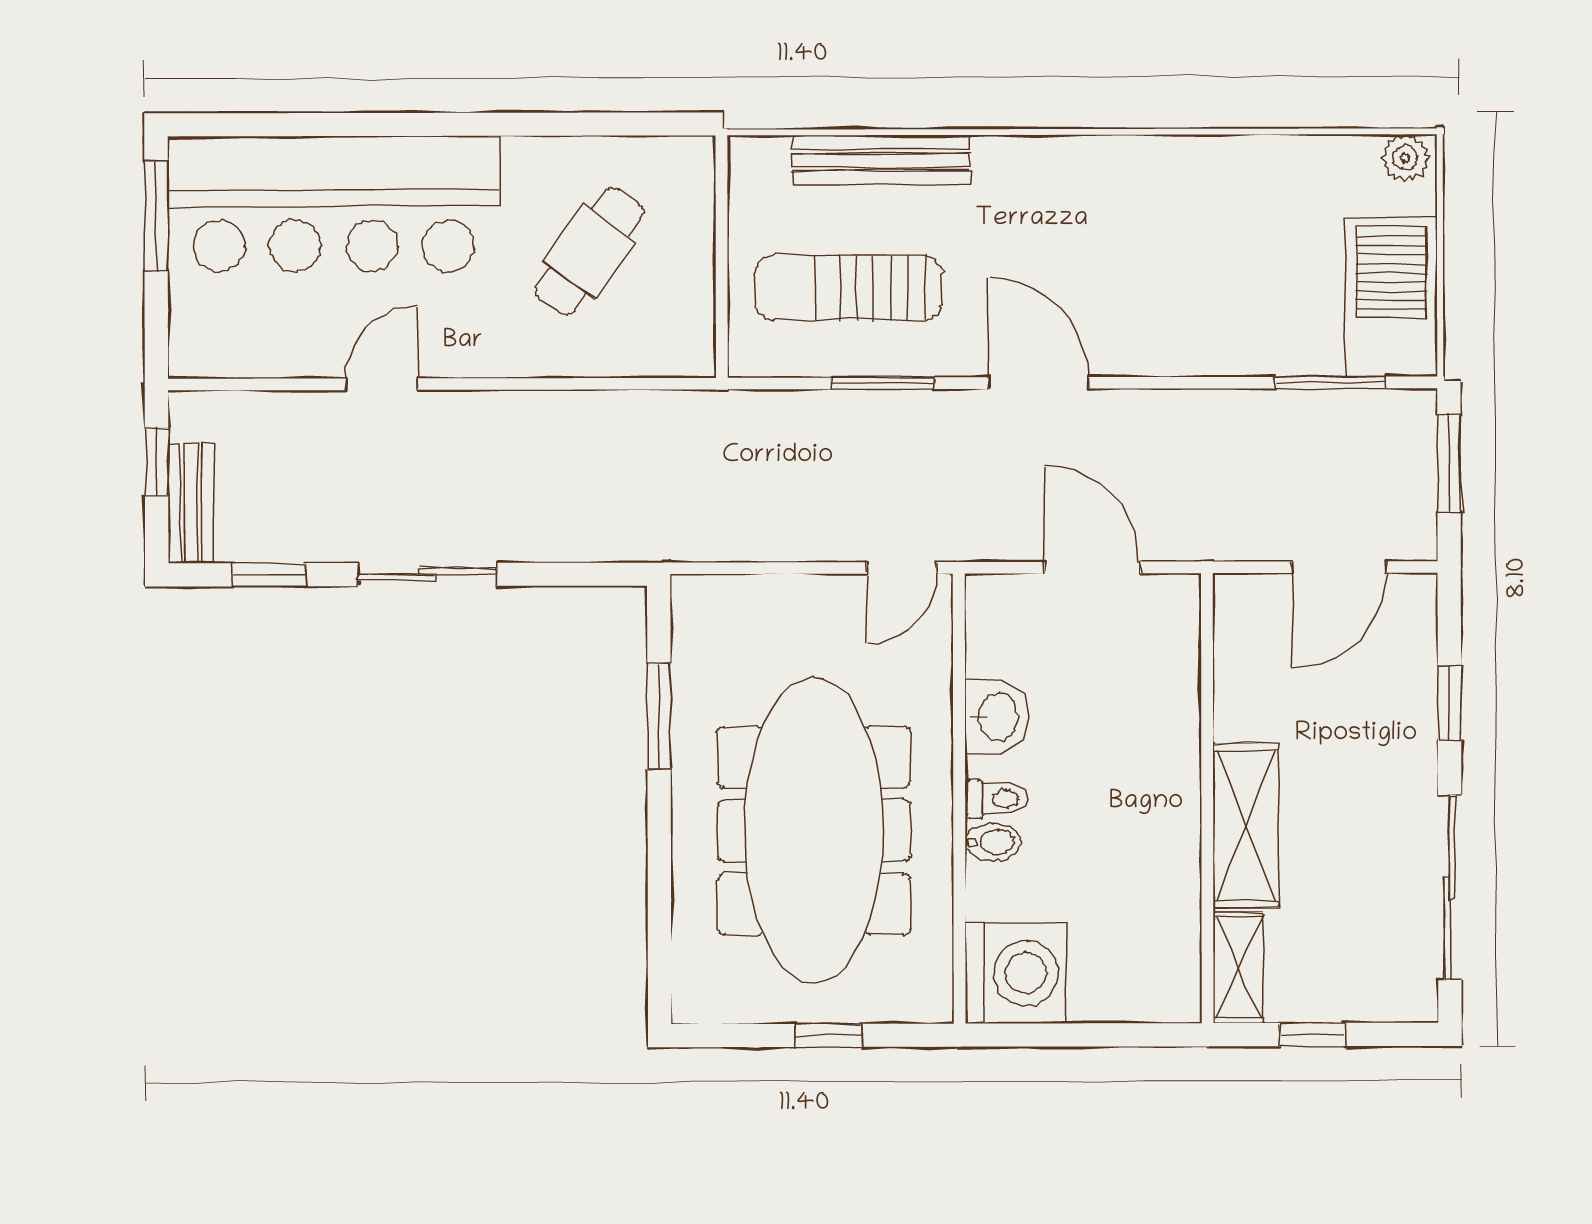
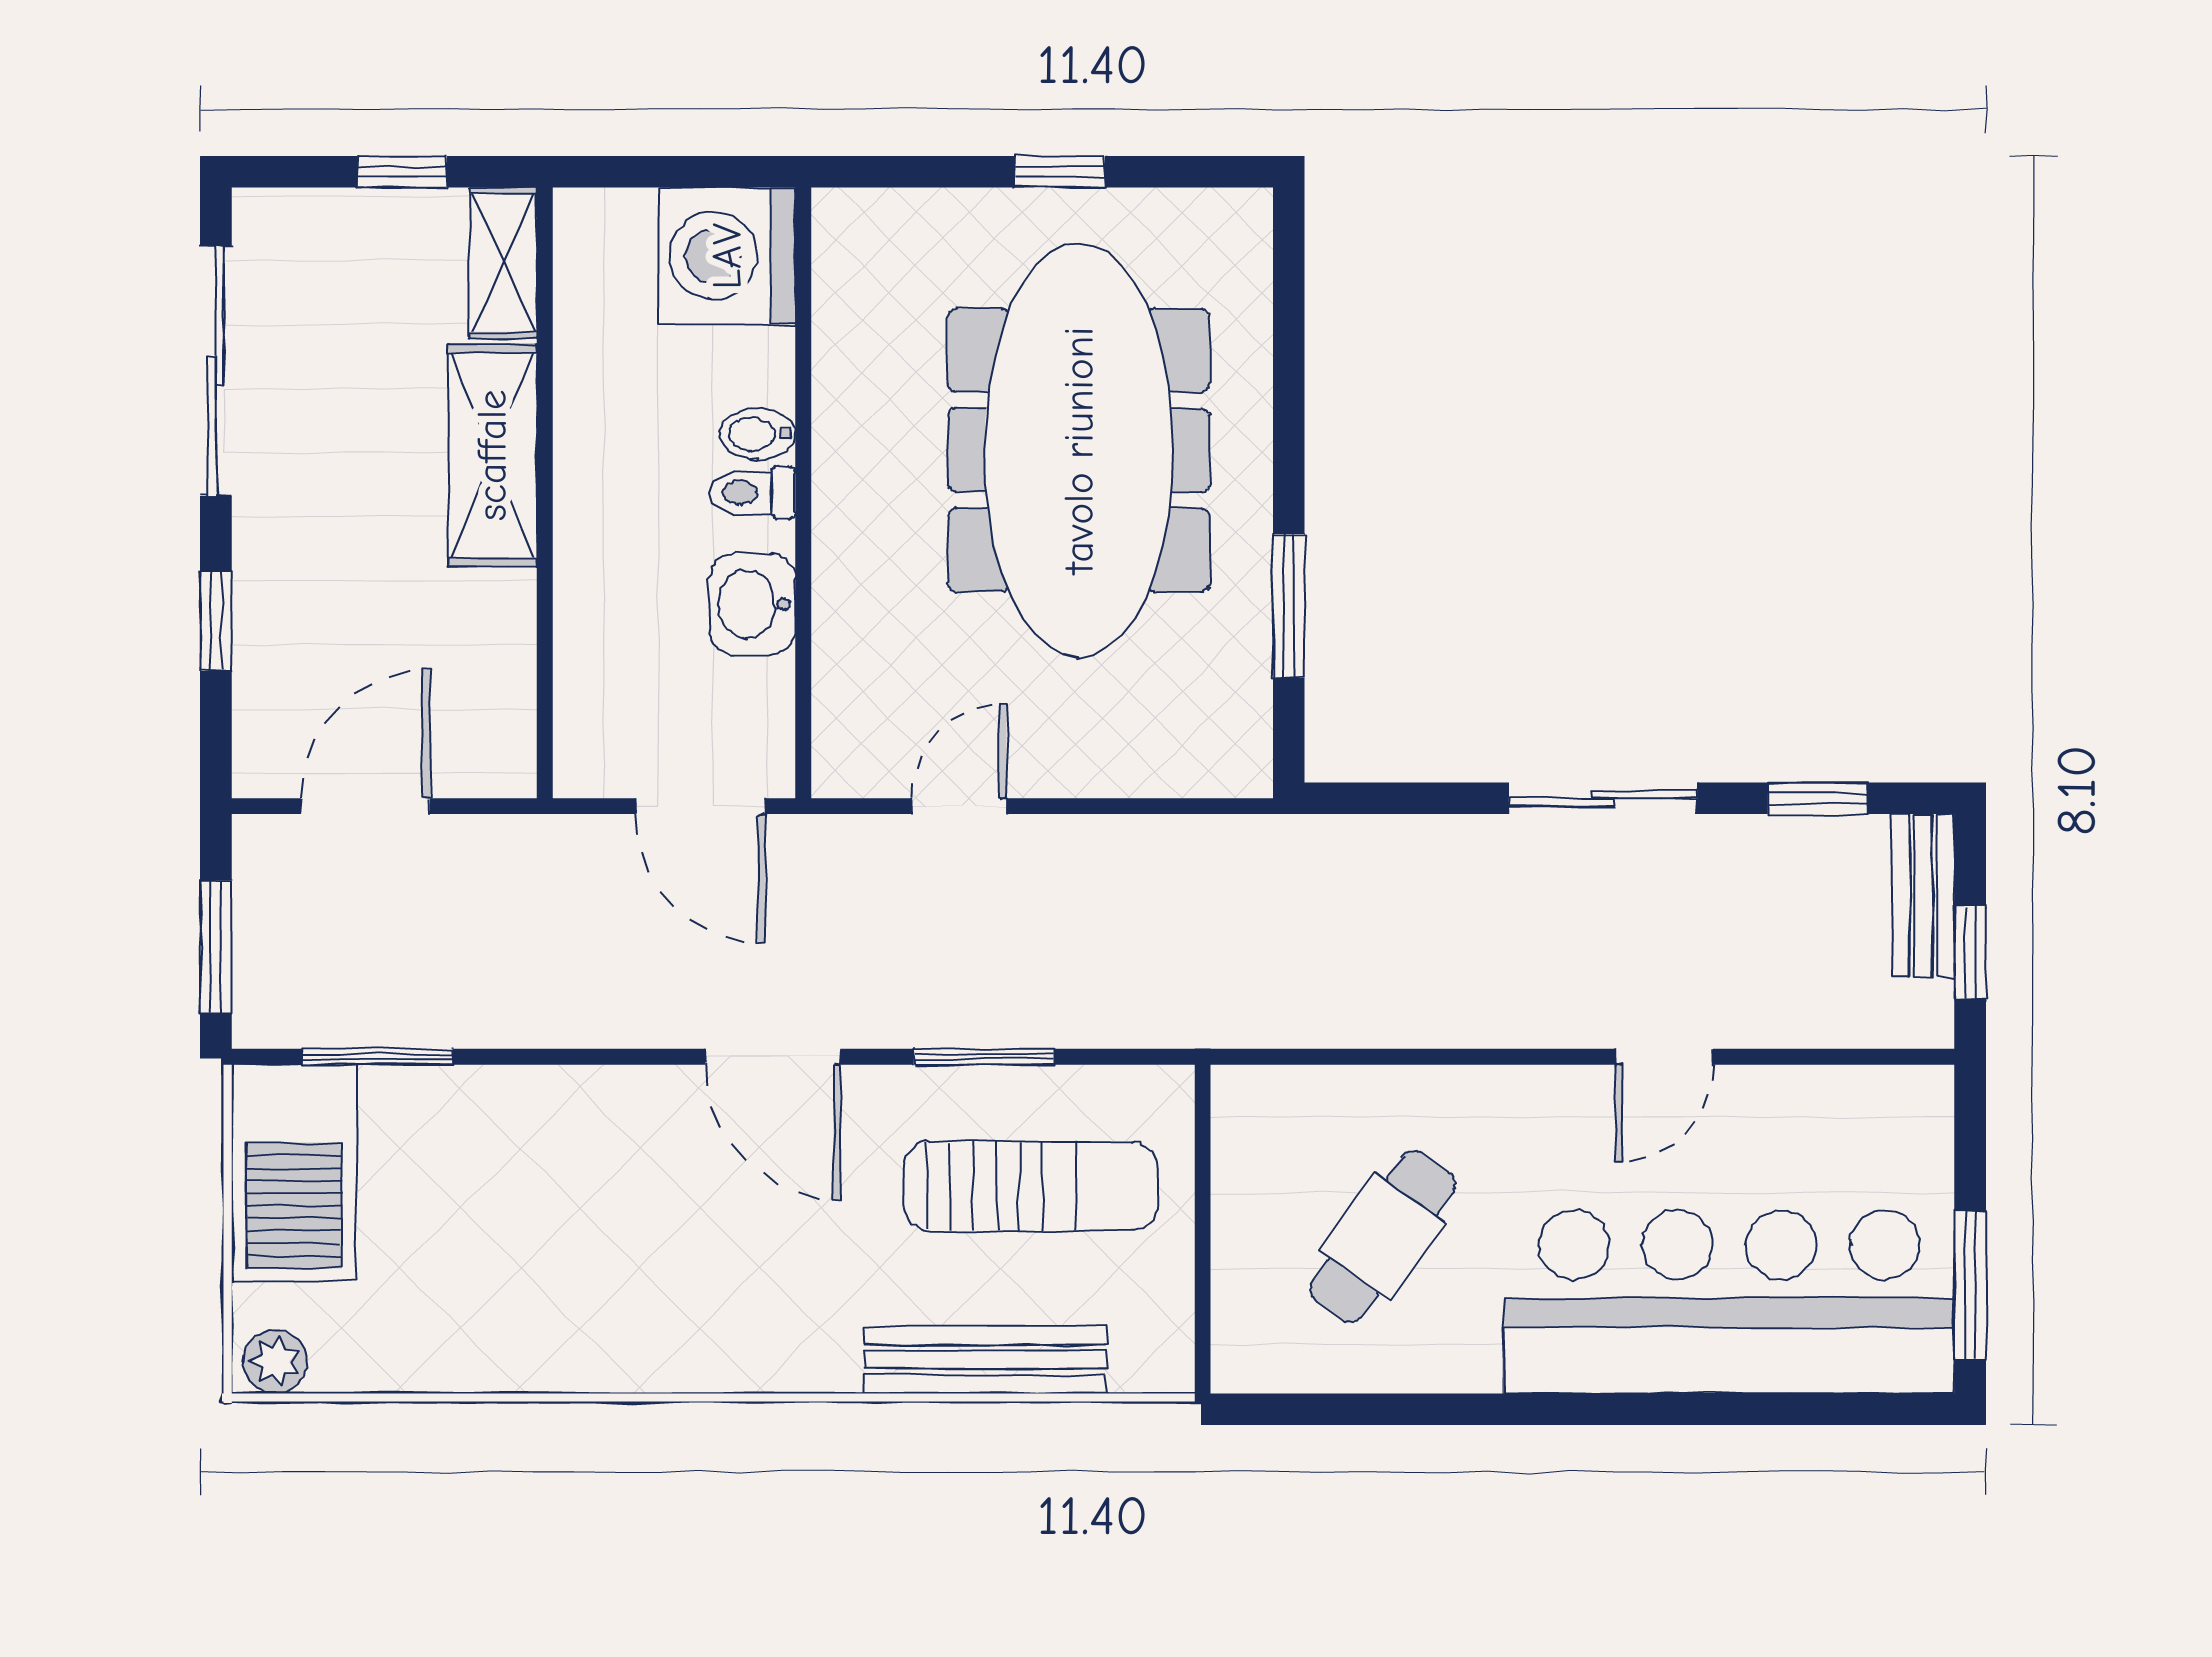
washbasin: (996, 716) -> (752, 604), moved
wall: (959, 799) -> (803, 493), moved
toilet: (997, 799) -> (752, 492), moved
bidet: (993, 842) -> (757, 434), moved
washing machine: (1016, 973) -> (727, 256), moved

